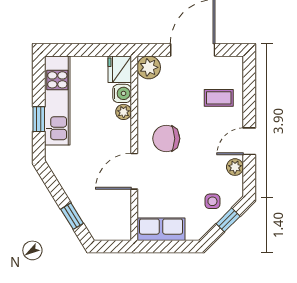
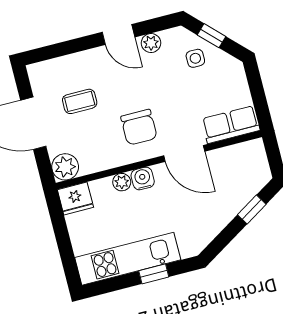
water cooler: (122, 93) -> (143, 178), moved
coffee table: (219, 98) -> (80, 101), moved, turned 90
row of seats: (161, 229) -> (231, 125), moved, turned 90

